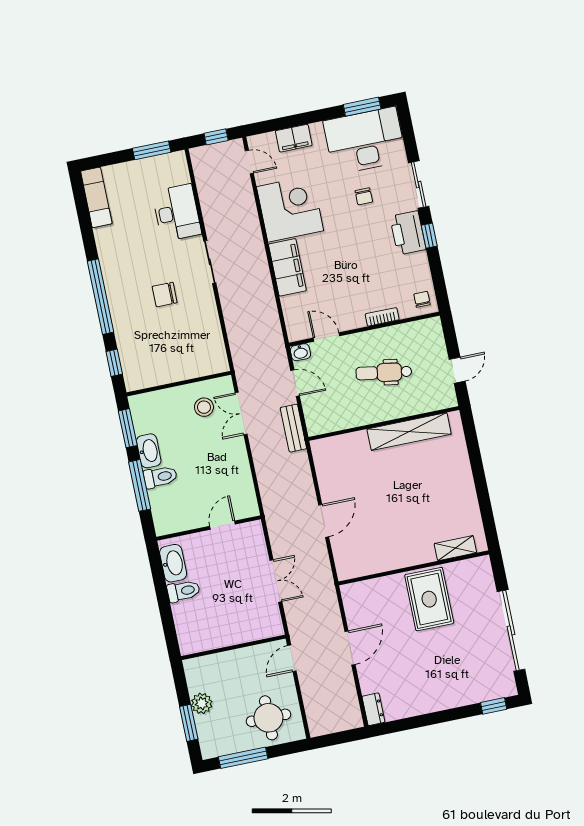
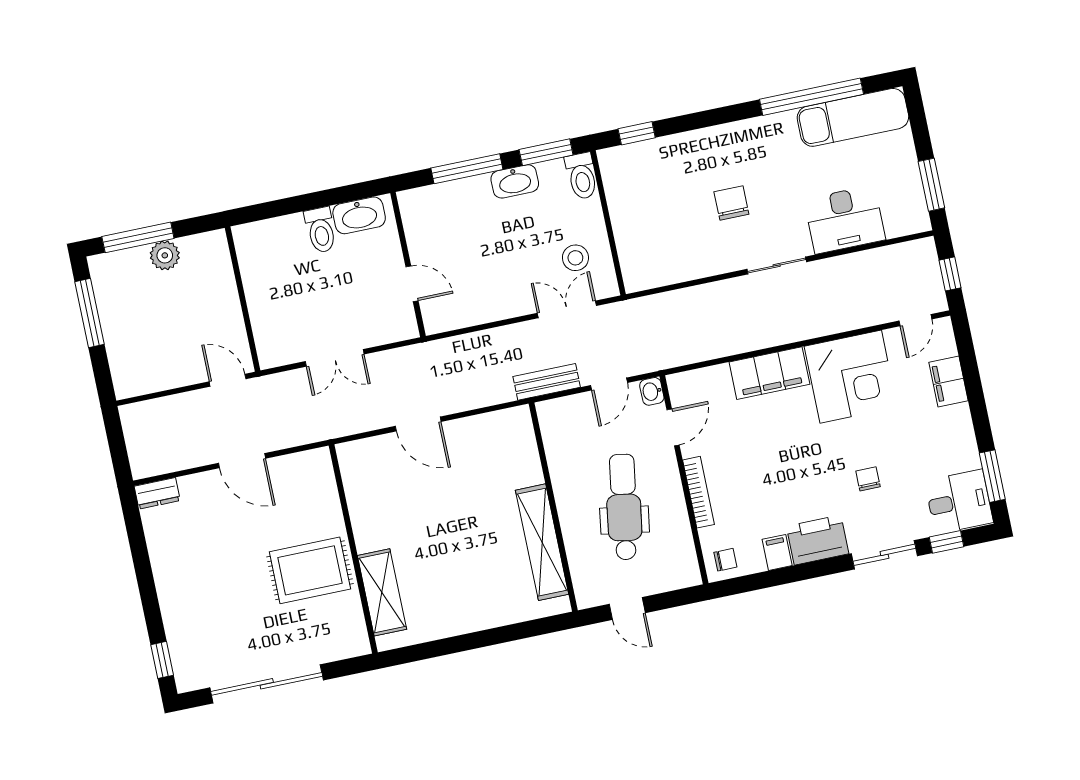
desk: (365, 141) -> (959, 502), width x0.53, depth x0.77
chair: (364, 196) -> (868, 479), turned 90
exam couch: (96, 197) -> (853, 117), width x1.36, depth x1.45
window: (429, 236) -> (946, 542), moved
filing cabinet: (417, 262) -> (777, 552), added
window: (100, 297) -> (812, 97), moved
bookcase: (382, 317) -> (698, 492), width x1.56
dental chair: (384, 373) -> (624, 507), width x1.36, depth x1.38
toilet: (160, 477) -> (582, 176), moved
shelving: (455, 548) -> (382, 592), width x1.50, depth x1.33
round table: (268, 718) -> (145, 348), removed
window: (189, 723) -> (138, 237), width x1.44

